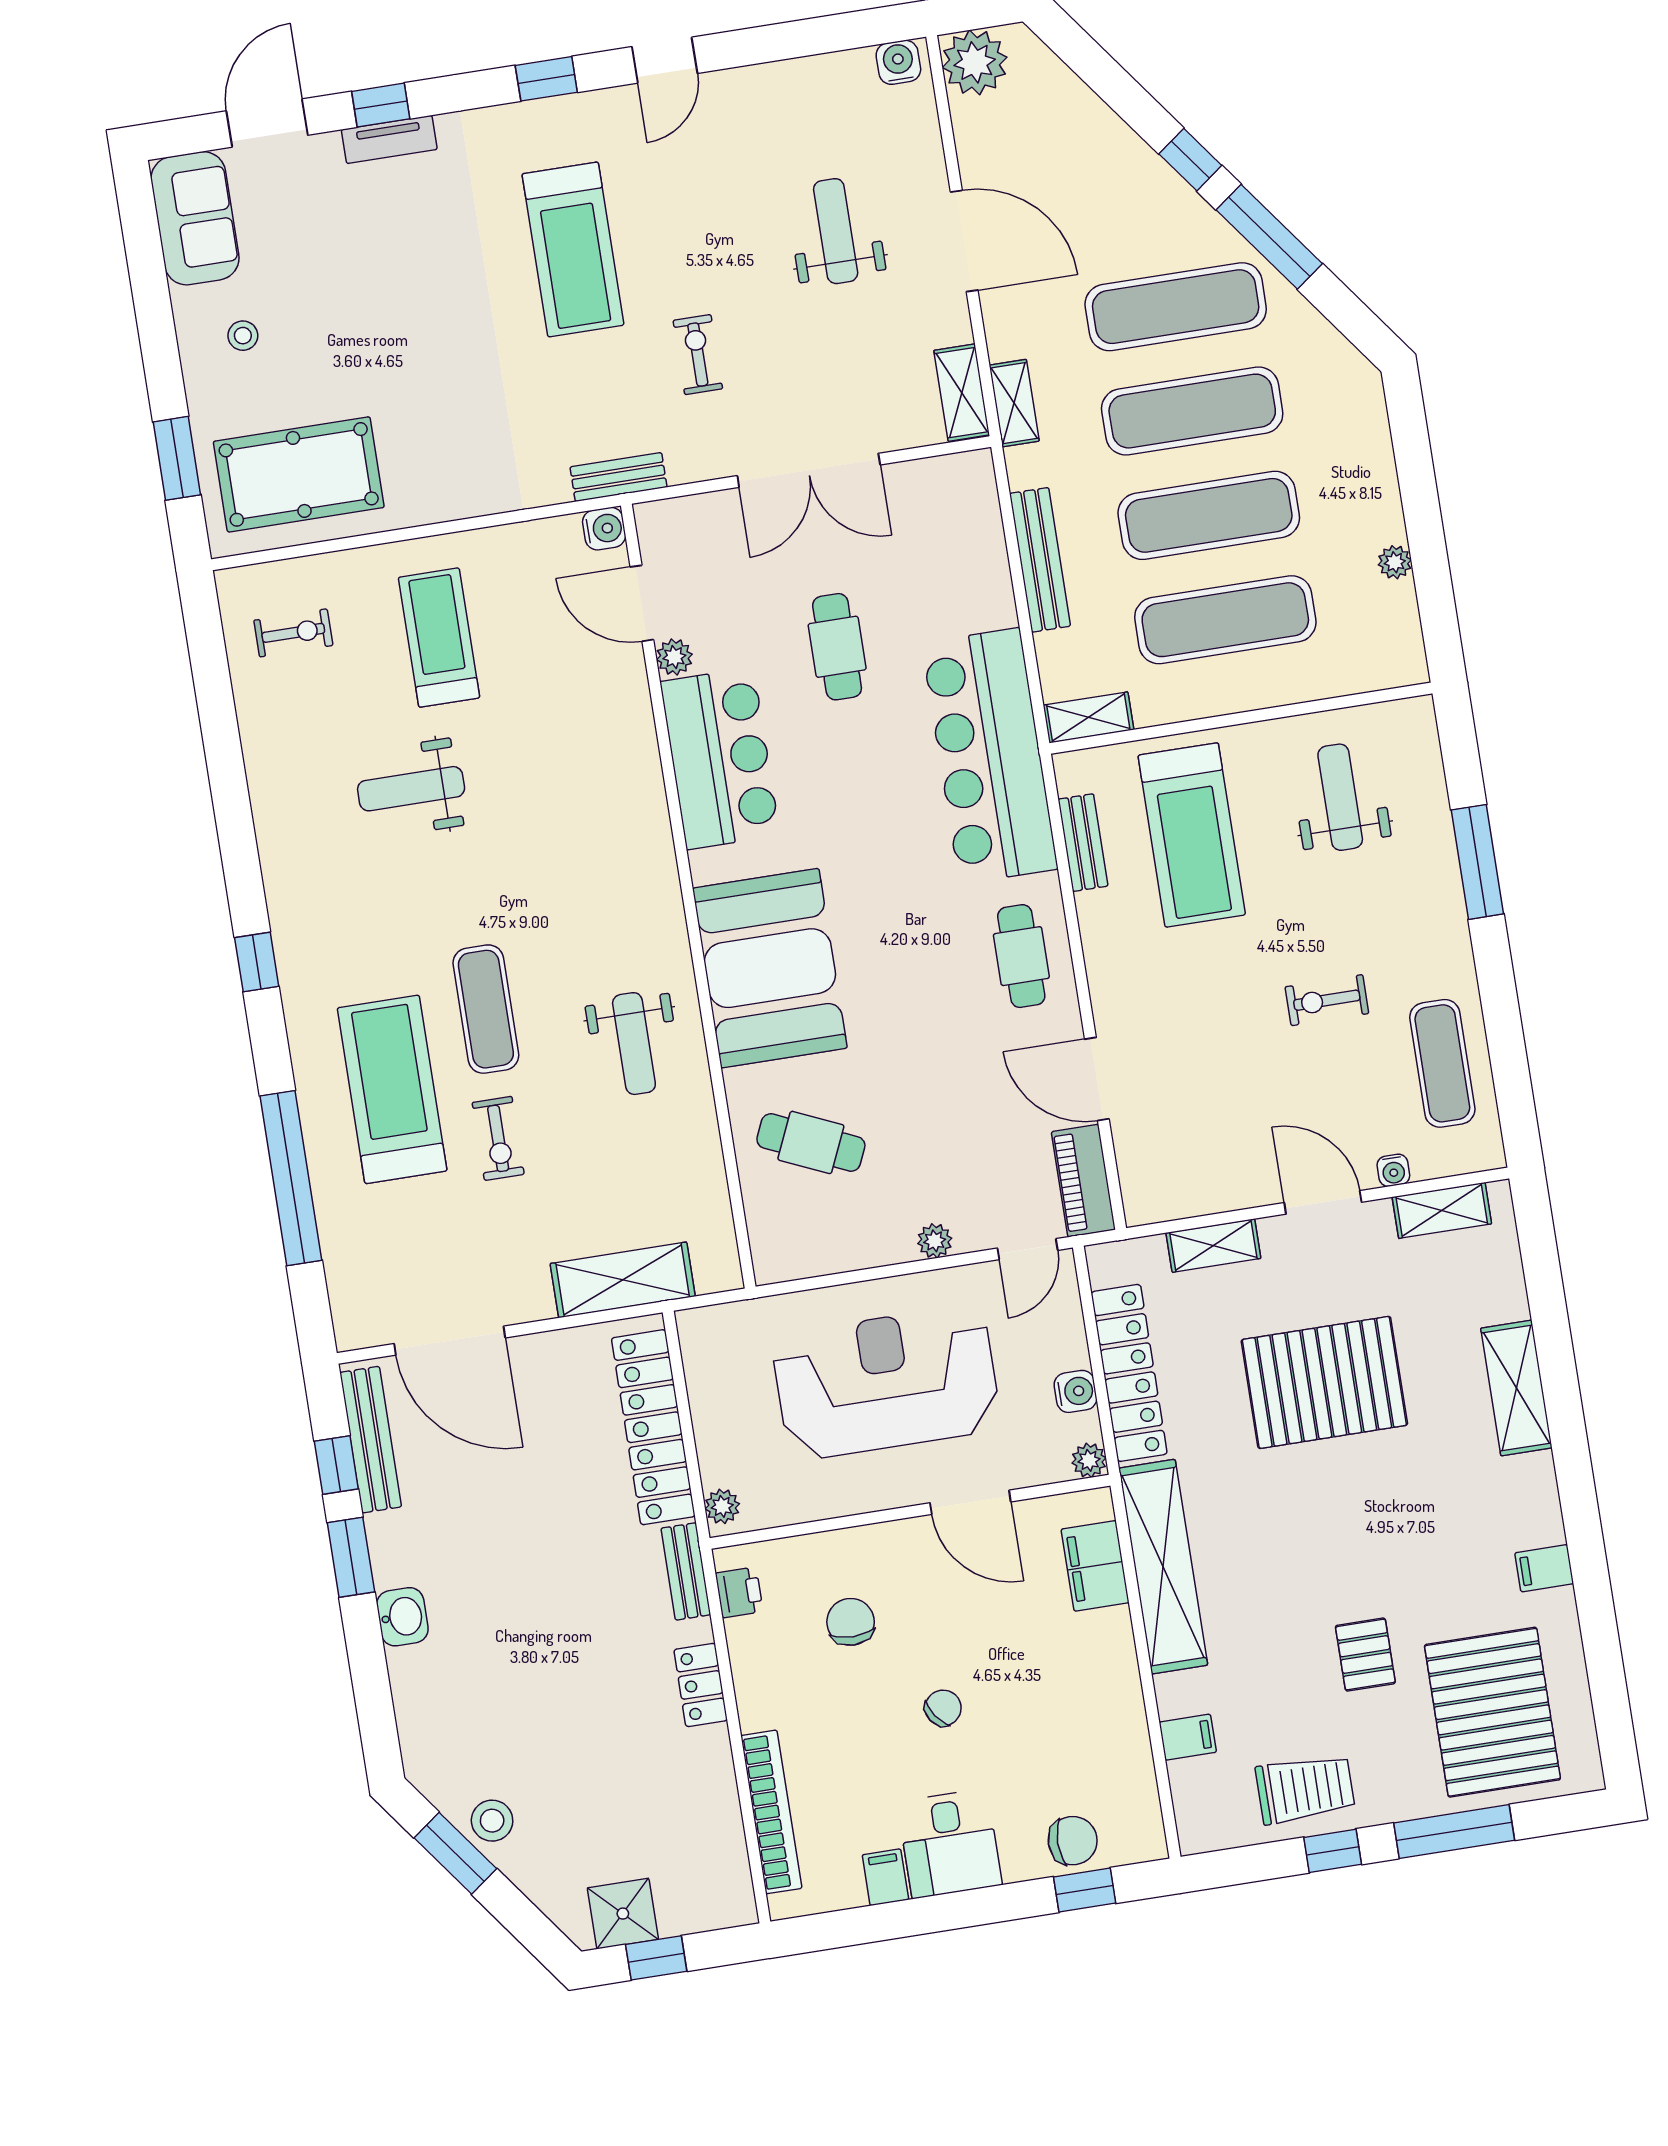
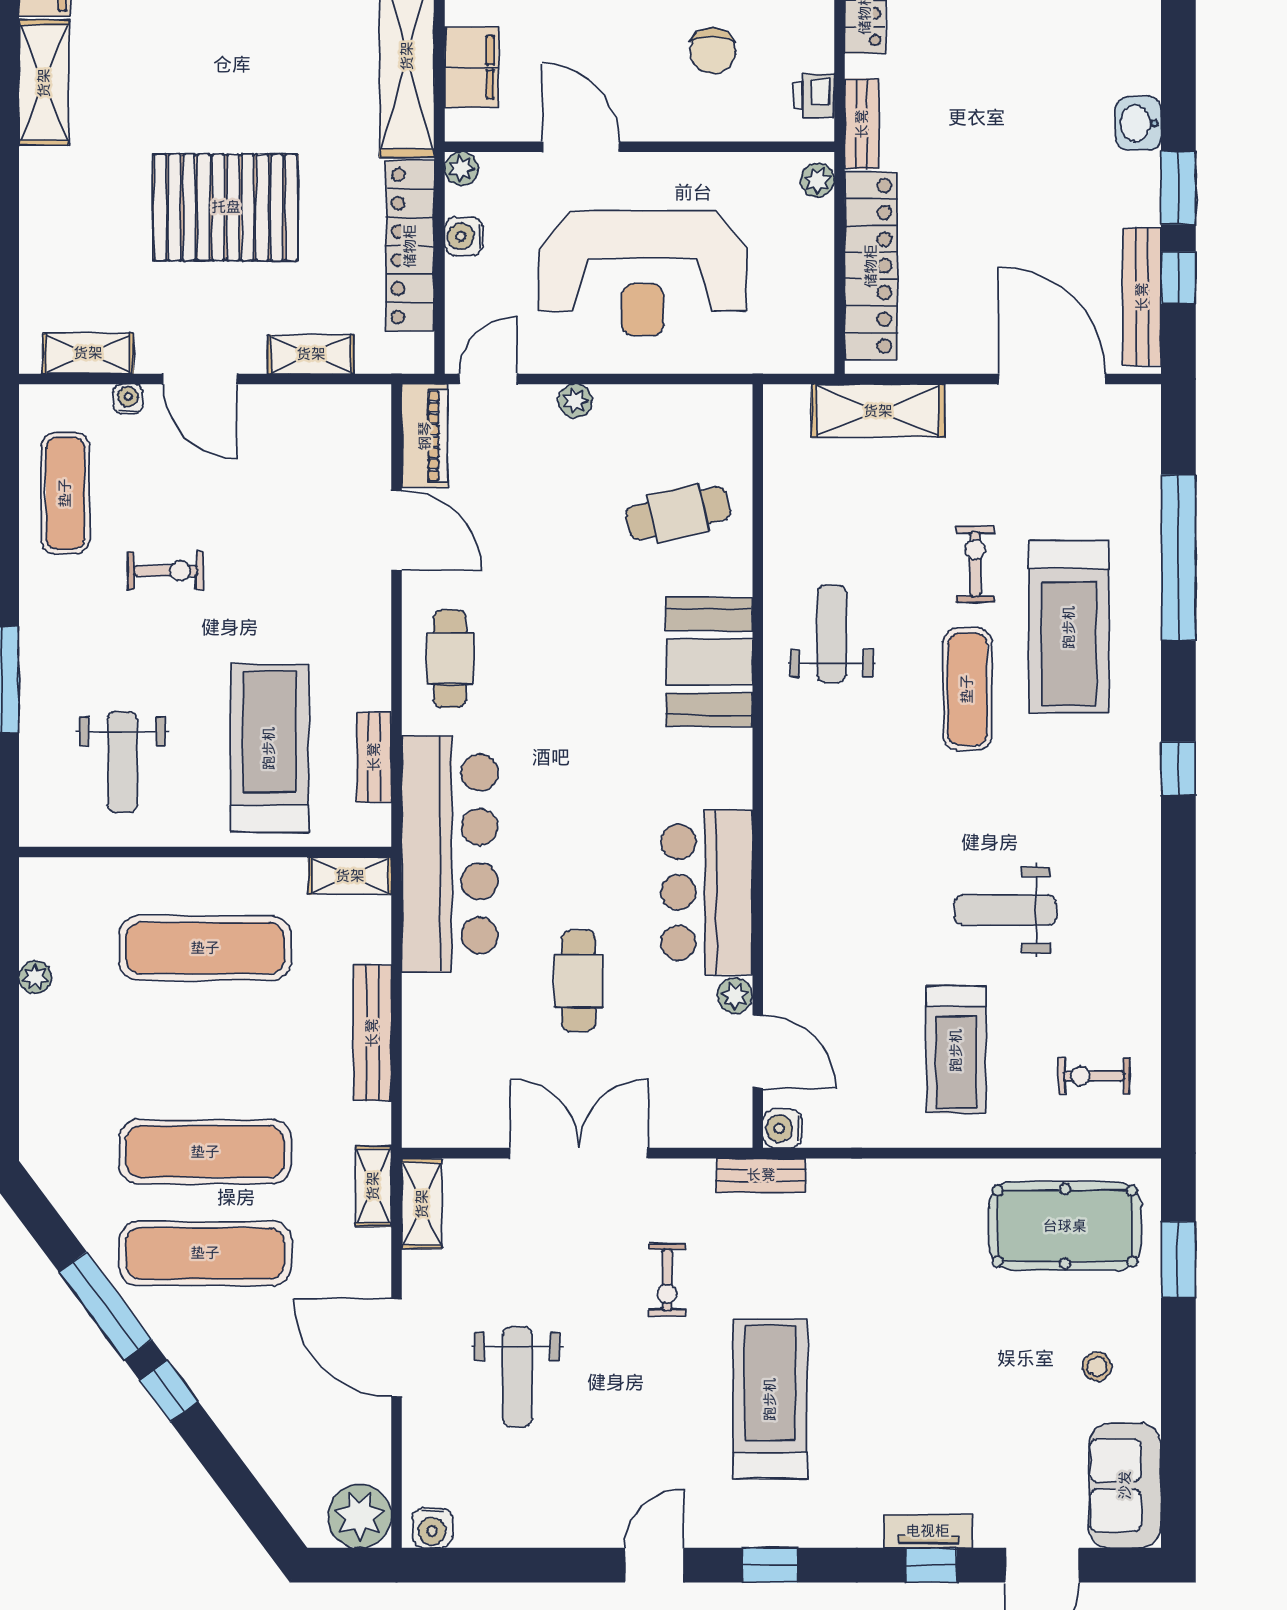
exercise mat: (1209, 515) -> (205, 1050), removed
weight bench: (411, 789) -> (1005, 910), turned 180
booth: (770, 968) -> (709, 662), width x0.73, depth x0.70
cafe table: (811, 1142) -> (678, 513), turned -37
shelving: (1516, 1388) -> (44, 83), moved

